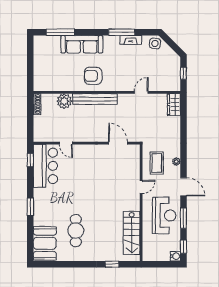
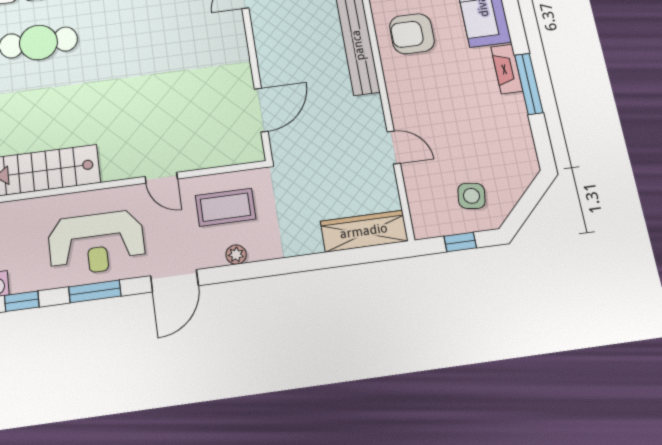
fireplace: (131, 40) -> (507, 69), moved
side table: (155, 43) -> (471, 196), moved
armchair: (93, 76) -> (412, 34), turned -90
wardrobe: (174, 105) -> (364, 231), width x1.50

